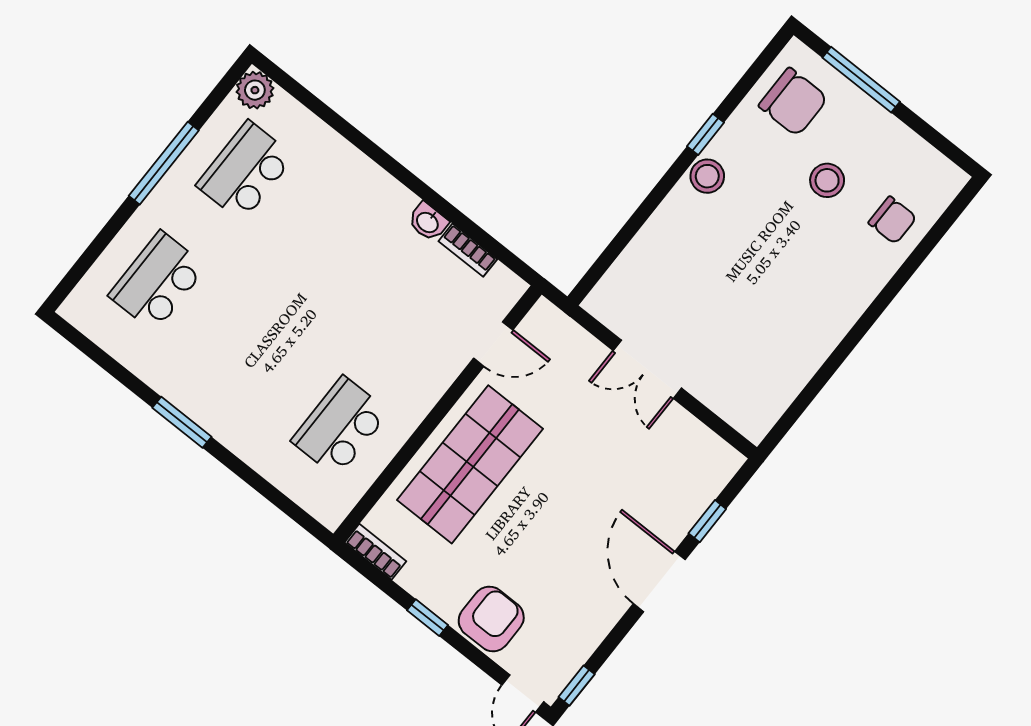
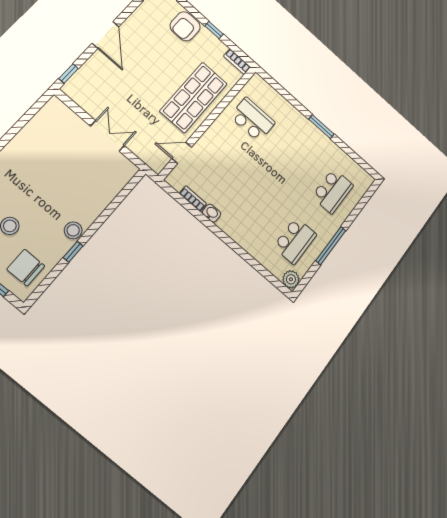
school desk: (340, 426) -> (253, 119), turned -90
window: (707, 521) -> (68, 74), moved

